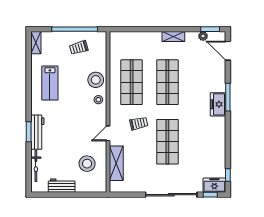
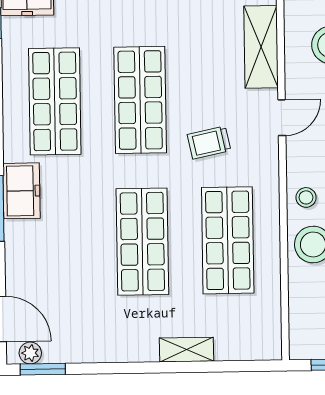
plant: (203, 36) -> (30, 353), moved
shelving: (173, 37) -> (187, 350), moved
shop shelf: (203, 142) -> (55, 101), added

